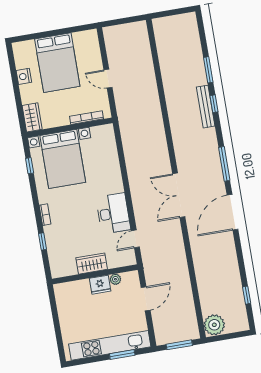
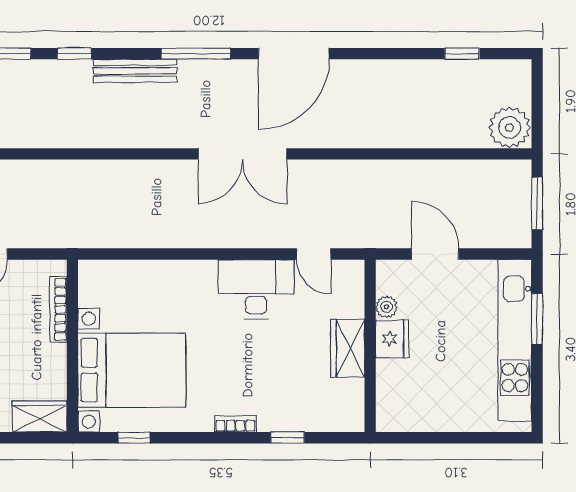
bench: (206, 107) -> (135, 71), moved
door: (233, 212) -> (294, 54), hinge flipped

